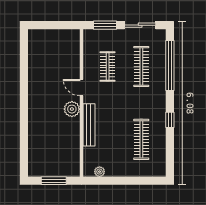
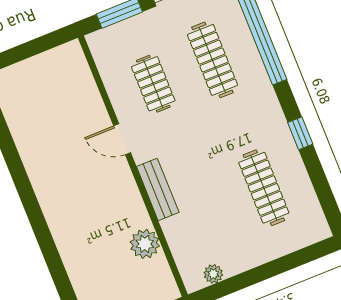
plant: (72, 109) -> (145, 244), moved
bench: (89, 125) -> (158, 189), width x0.73

